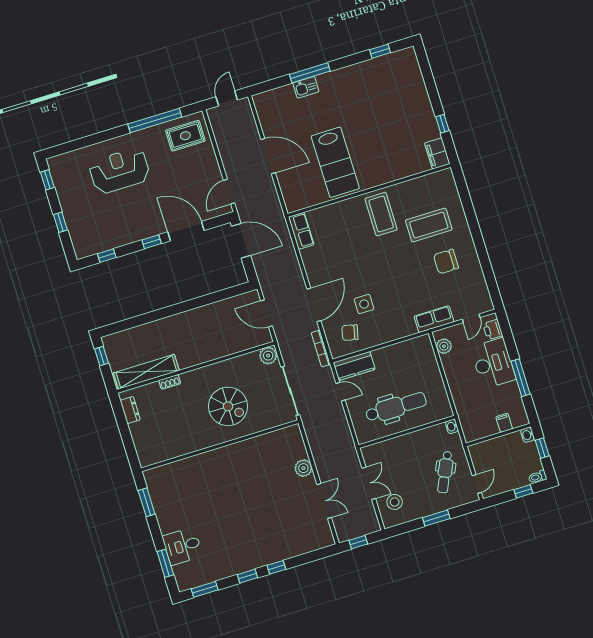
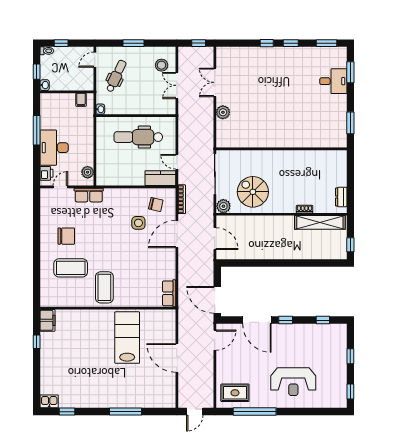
kitchen sink: (306, 87) -> (49, 401), moved
spiral stairs: (228, 406) -> (253, 192), moved
filing cabinet: (504, 423) -> (81, 100), moved

